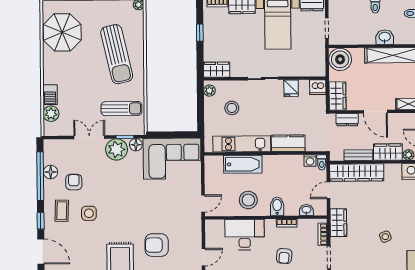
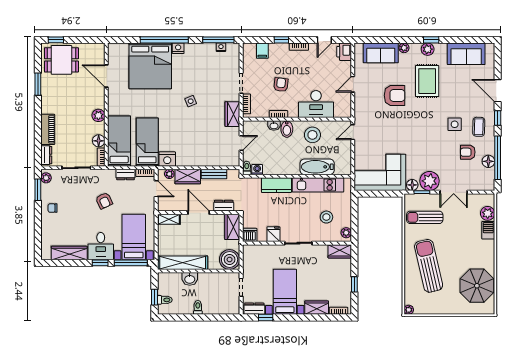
wardrobe: (357, 173) -> (216, 159), removed
armchair: (74, 182) -> (468, 152), turned 90
washbasin: (306, 210) -> (274, 126), moved

